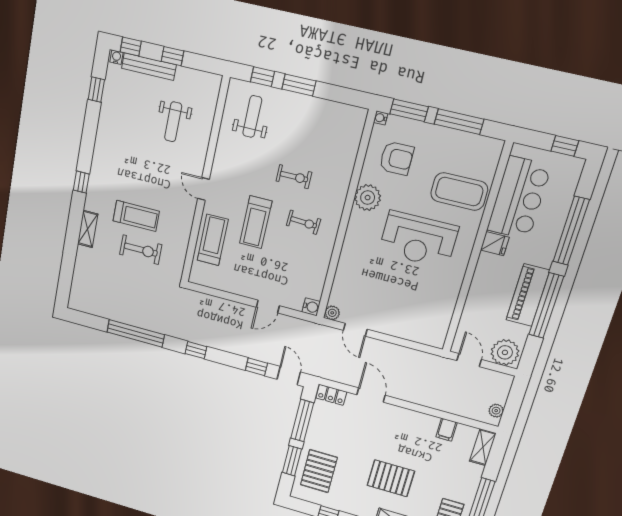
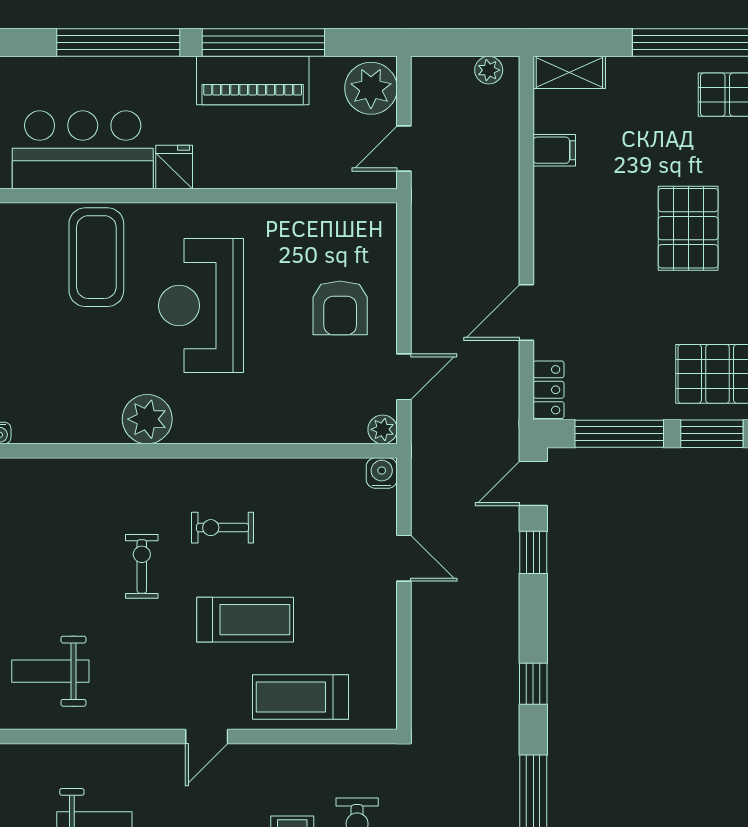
armchair: (396, 158) -> (340, 308), moved, turned 180
exercise bike: (303, 222) -> (222, 528), turned -93
reception desk: (418, 239) -> (201, 306), turned 180

